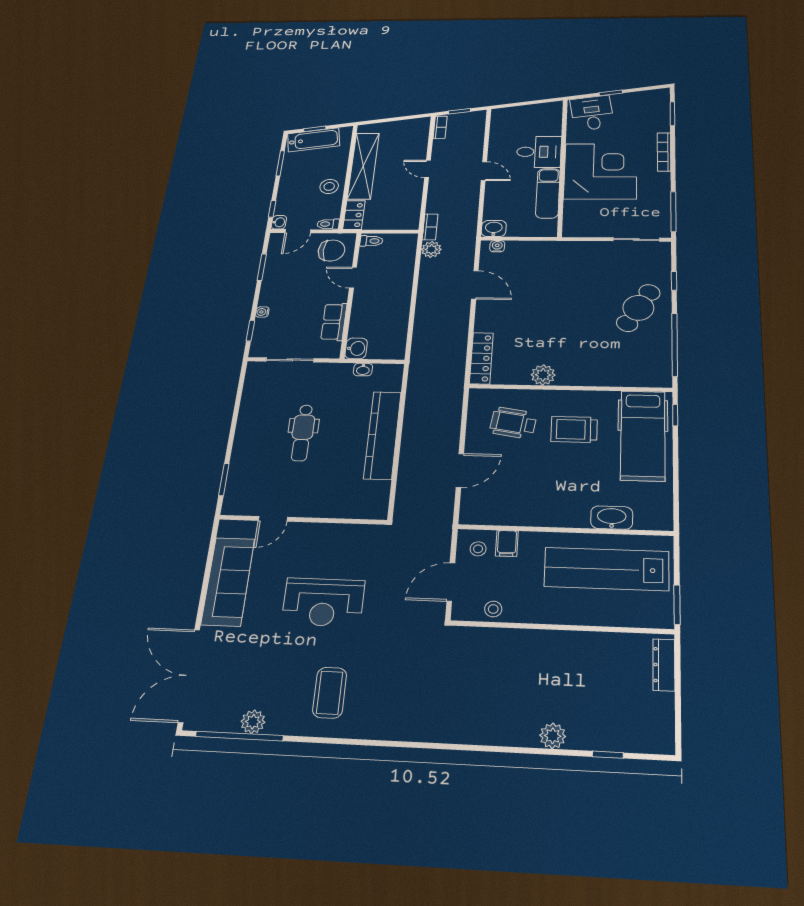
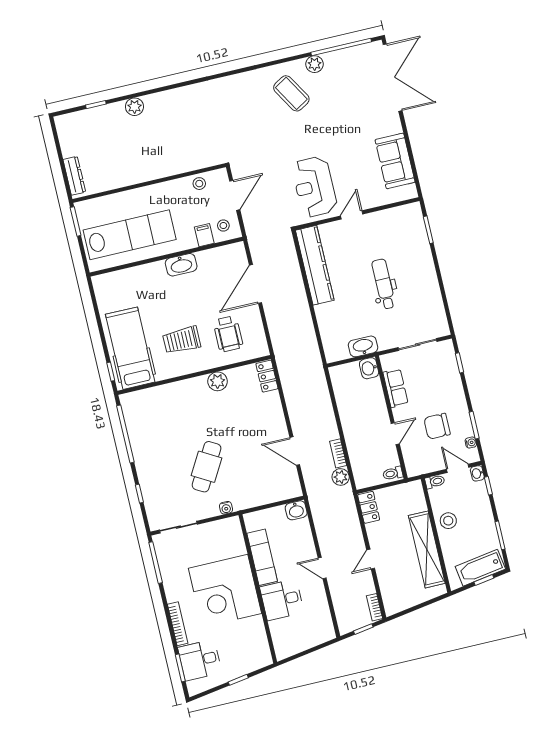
desk: (592, 113) -> (200, 660), moved, turned 99
door: (428, 169) -> (371, 559), swing flipped
locker: (354, 215) -> (369, 507), moved, turned 180
bookcase: (430, 227) -> (338, 453), moved
door: (298, 231) -> (458, 468), hinge flipped
water cooler: (497, 246) -> (226, 508), moved
chair: (331, 251) -> (437, 426), moved
door: (353, 278) -> (395, 434), hinge flipped
cafe table: (638, 308) -> (207, 467), moved
water cooler: (262, 312) -> (471, 443), moved
locker: (481, 358) -> (267, 376), width x0.66
washbasin: (363, 370) -> (363, 346), width x1.91, depth x1.45
wheelchair: (513, 423) -> (228, 334), turned 81
trolley: (574, 429) -> (182, 340), turned 180
kitchen counter: (382, 435) -> (315, 265), moved
door: (460, 470) -> (255, 284), width x1.36
washbasin: (612, 518) -> (181, 265), moved
door: (273, 519) -> (352, 215), moved
sofa: (228, 581) -> (395, 161), width x0.73
reception desk: (323, 602) -> (314, 187), moved, turned -90
coffee table: (330, 693) -> (291, 93), turned -31
plant: (253, 722) -> (314, 64), moved

